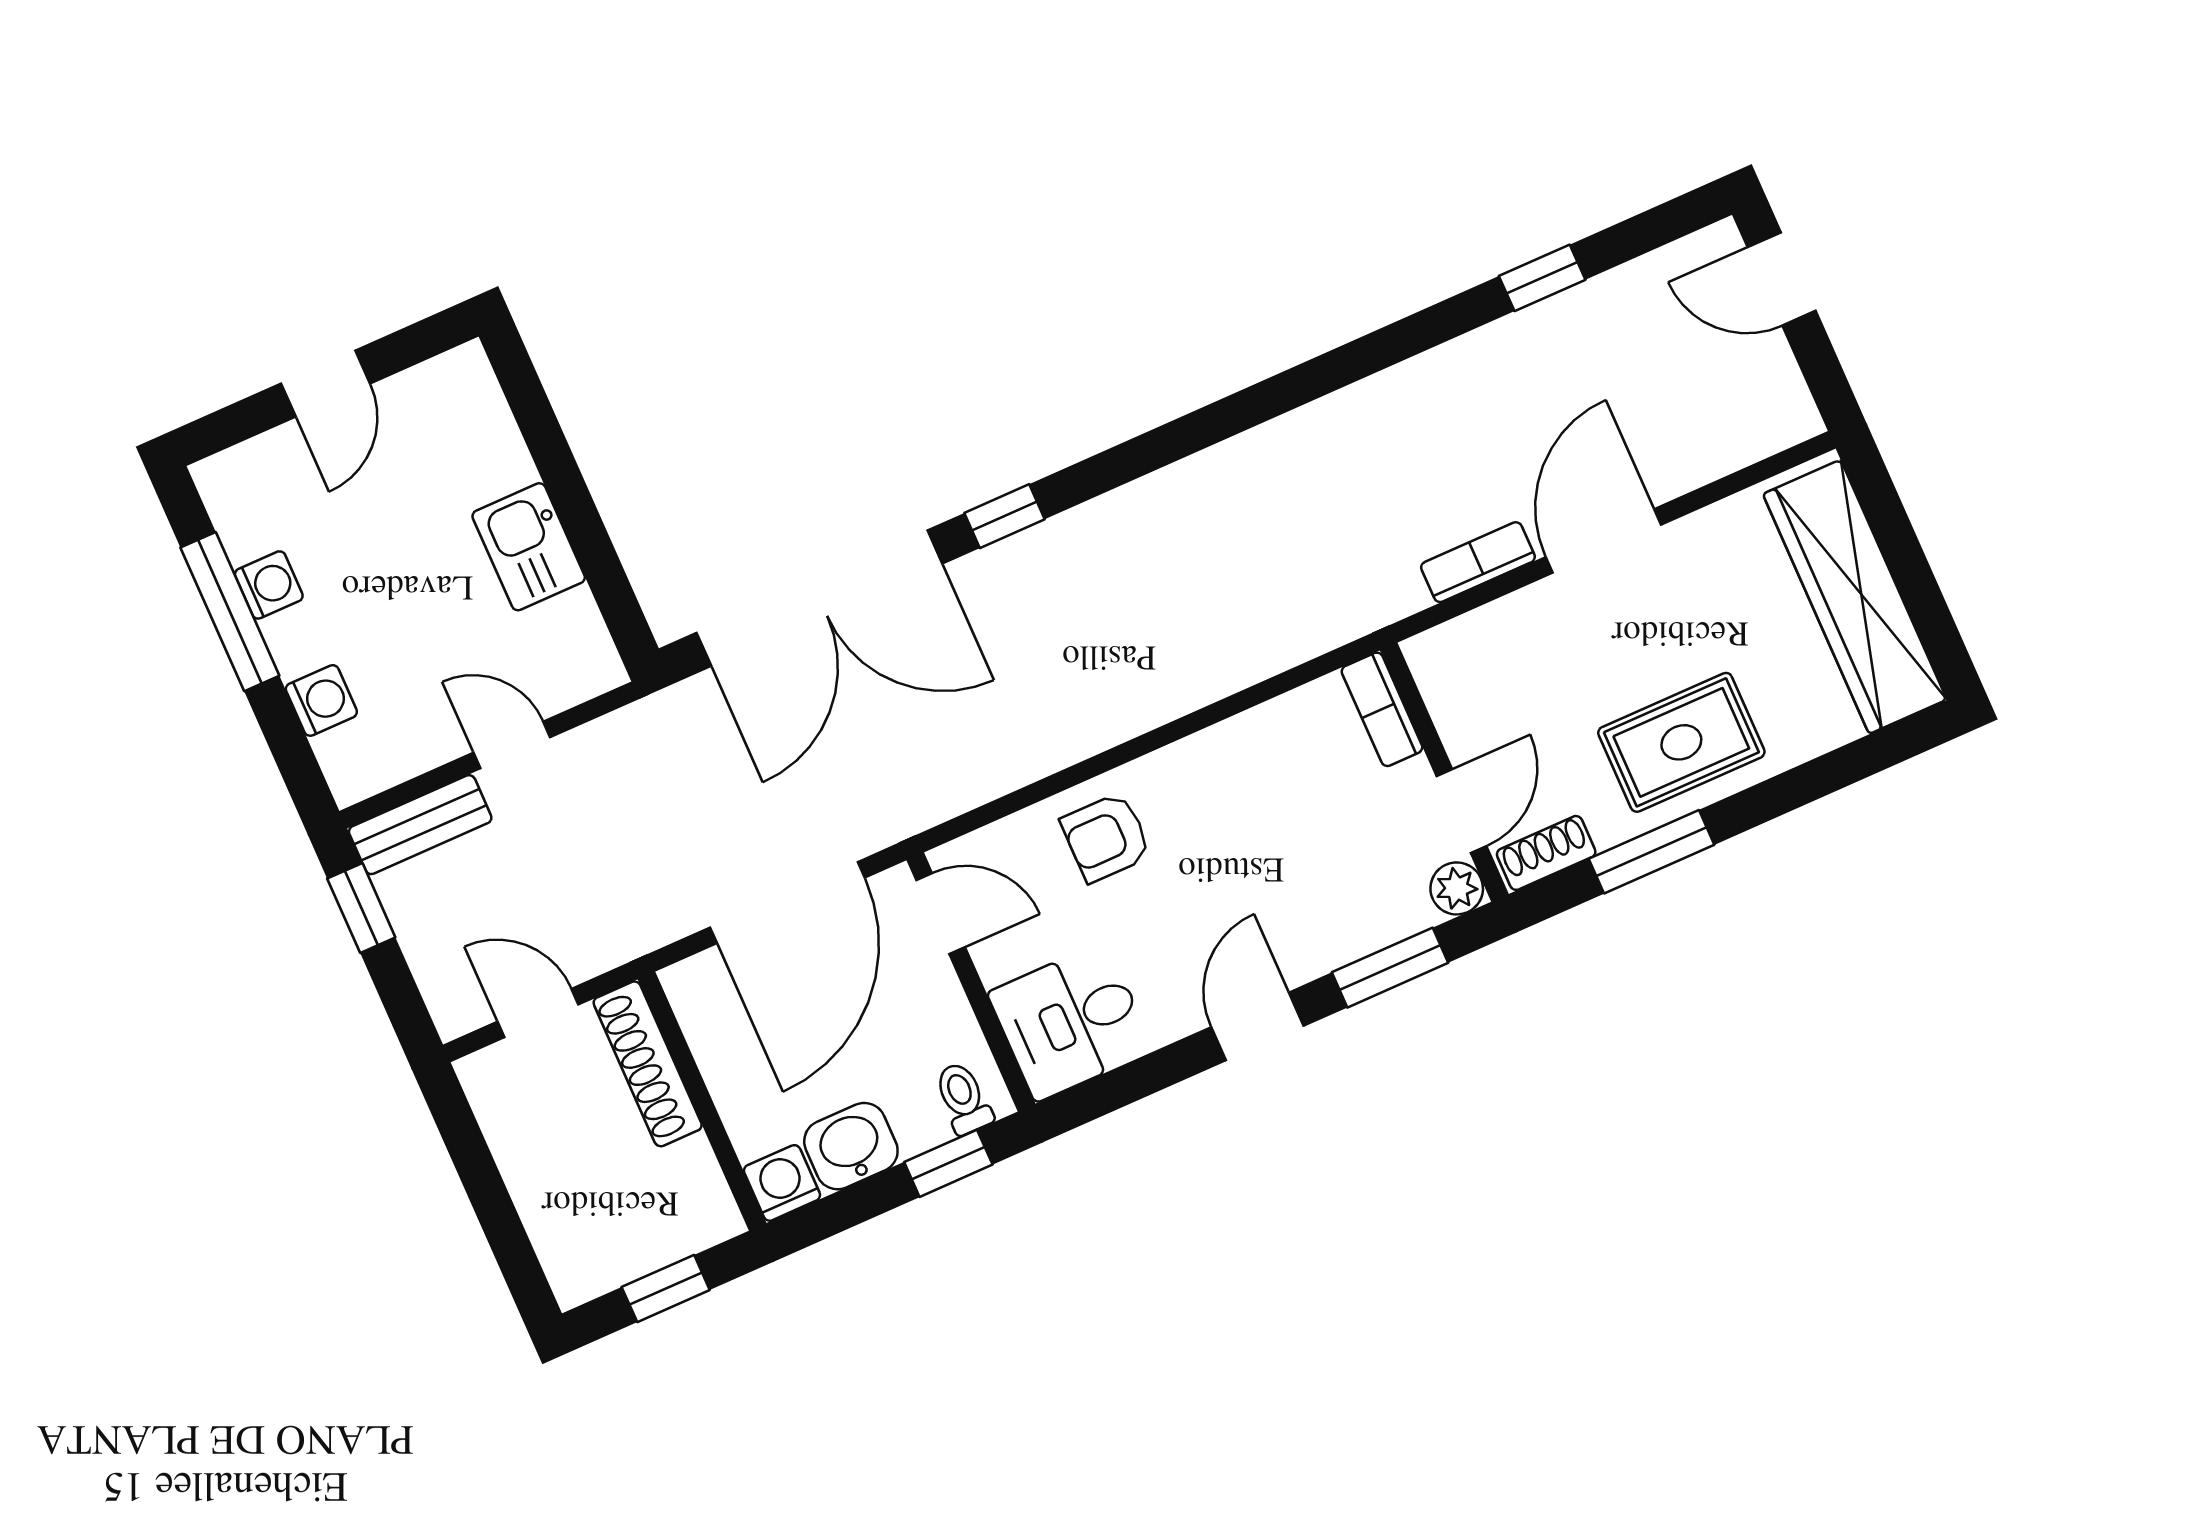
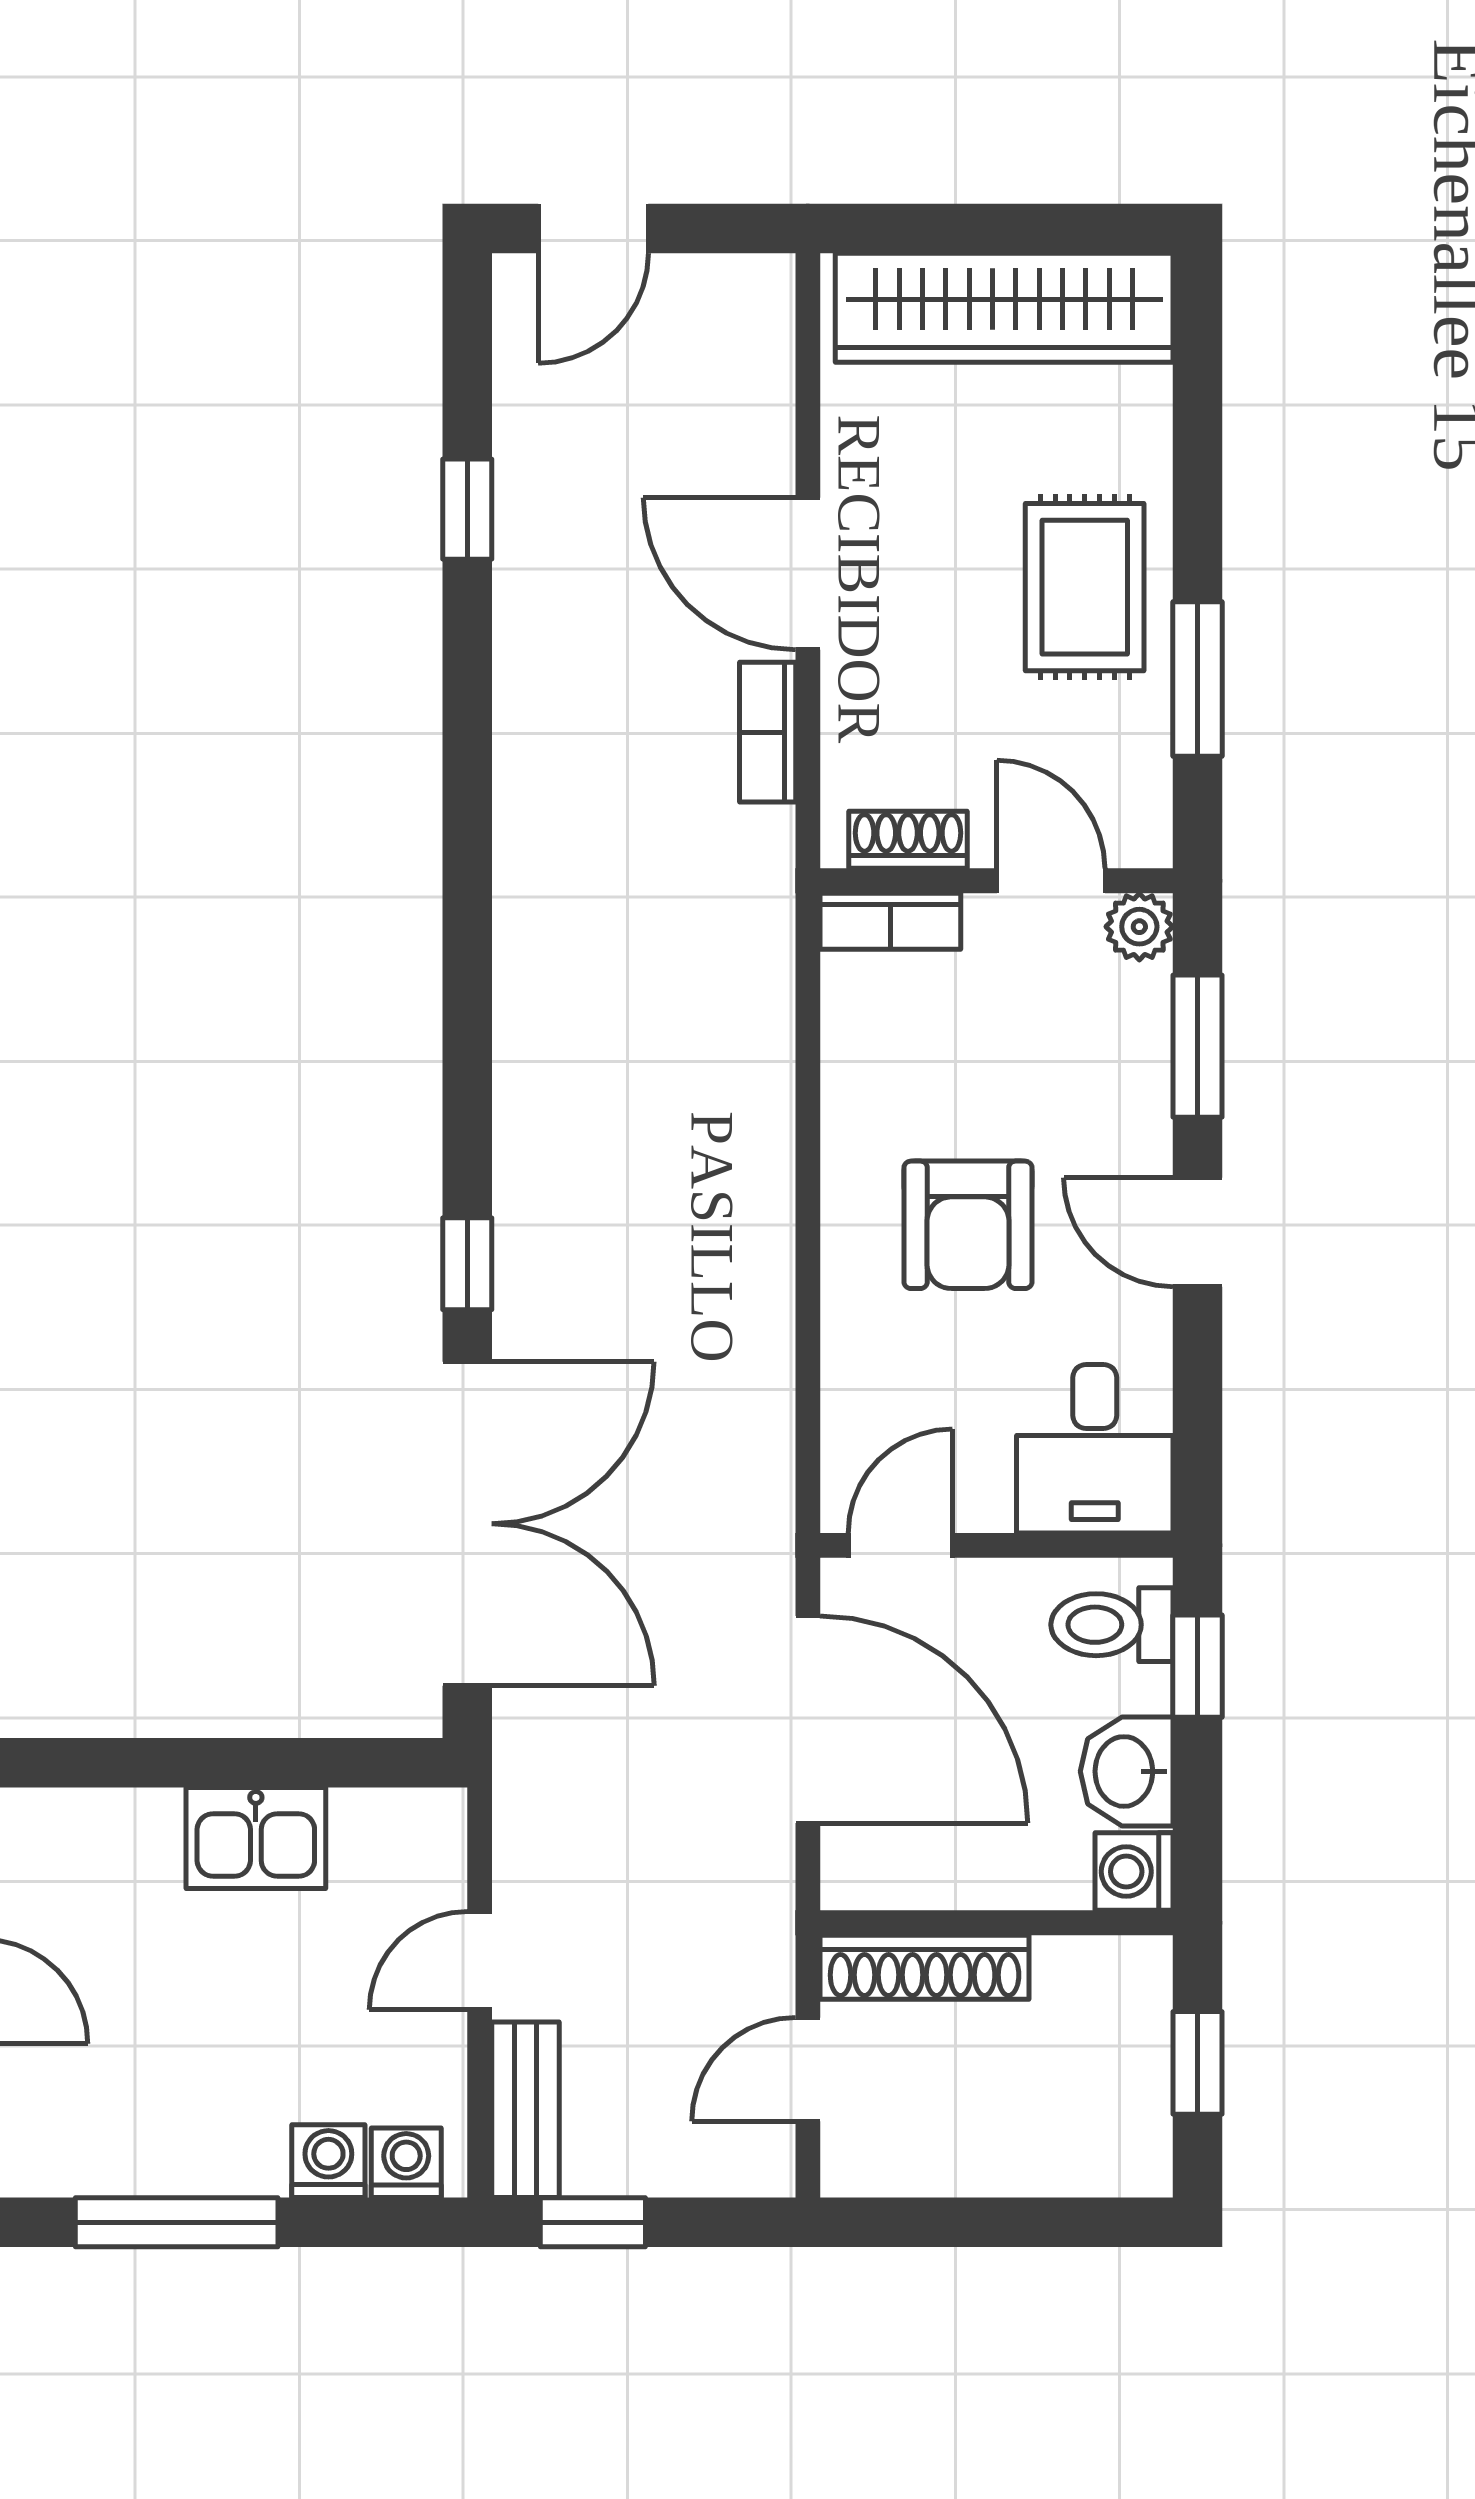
washing machine: (269, 585) -> (406, 2163), moved
armchair: (1106, 837) -> (968, 1225), moved, width x1.38, depth x1.38
shoe rack: (1546, 853) -> (908, 840), moved, turned 90
toilet: (963, 1098) -> (1112, 1625), width x1.37, depth x1.39

